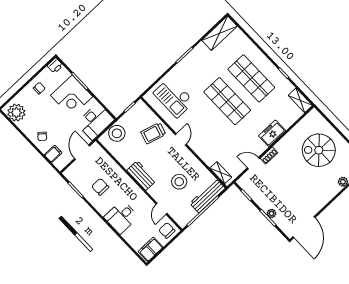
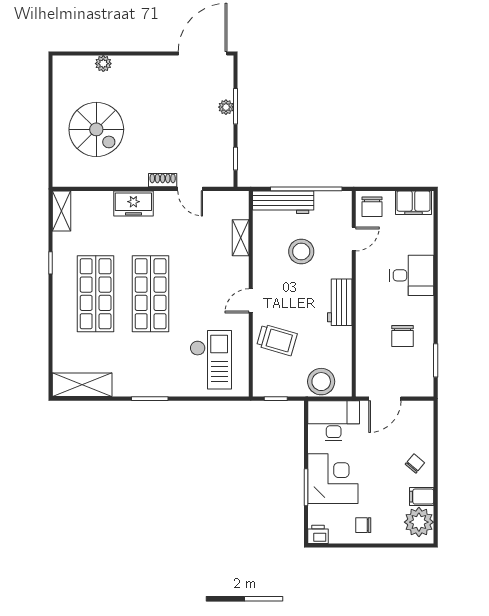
filing cabinet: (53, 154) -> (422, 497), moved
shelving: (221, 173) -> (241, 238), moved

